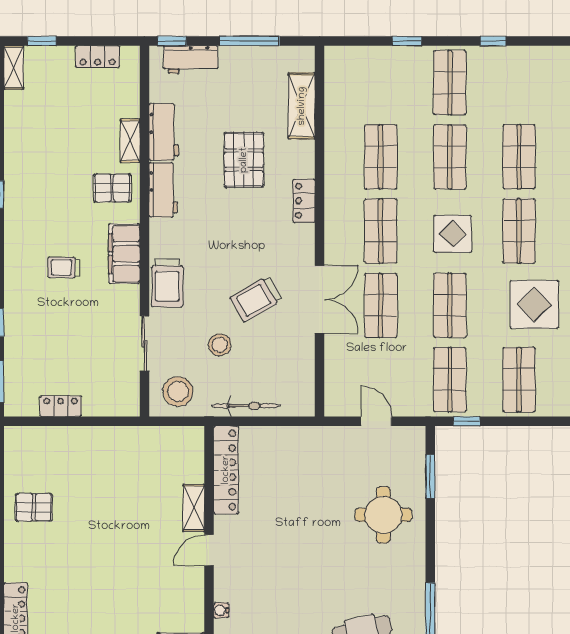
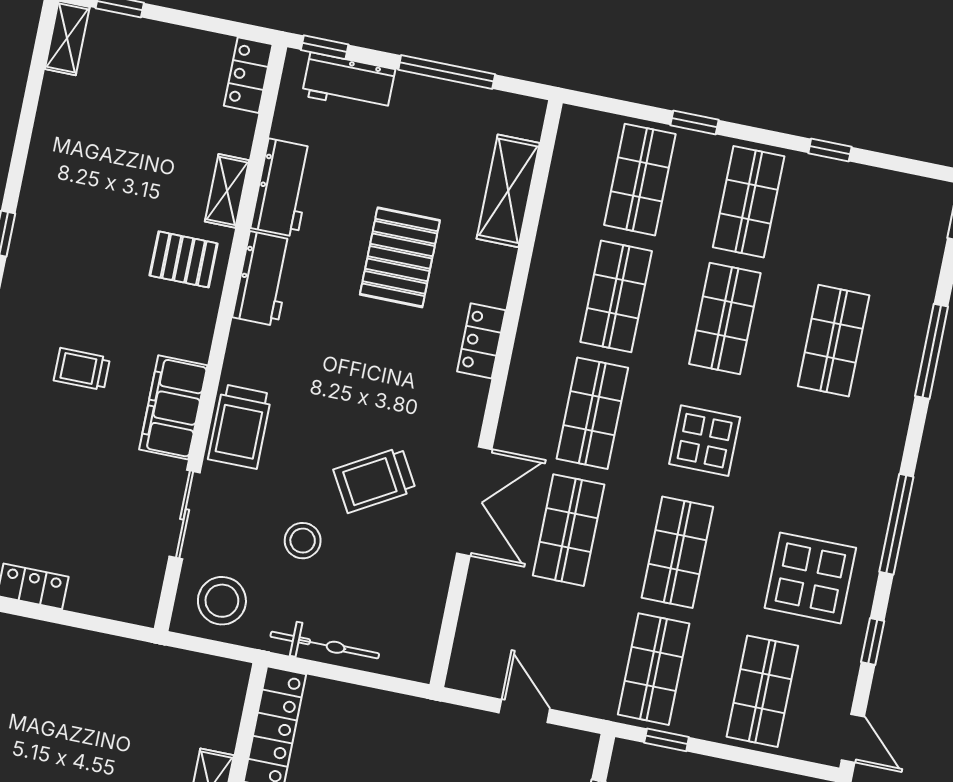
locker: (98, 57) -> (248, 75), moved, turned 90
shop shelf: (519, 231) -> (640, 180), moved
filing cabinet: (124, 254) -> (173, 407), moved

